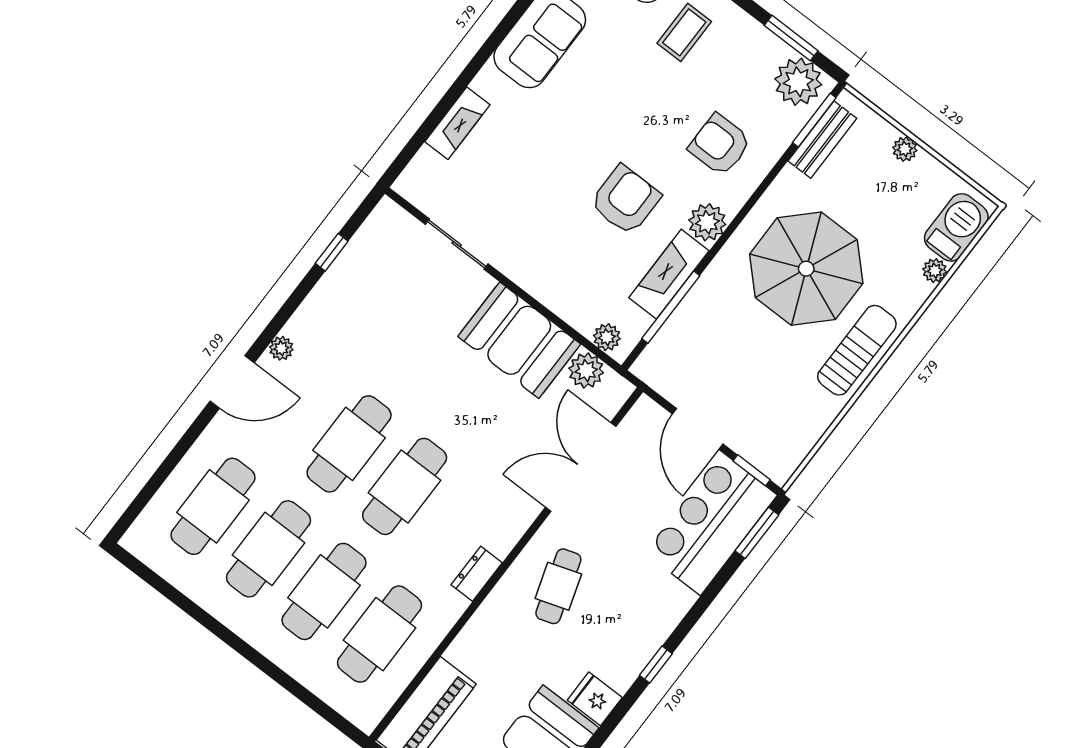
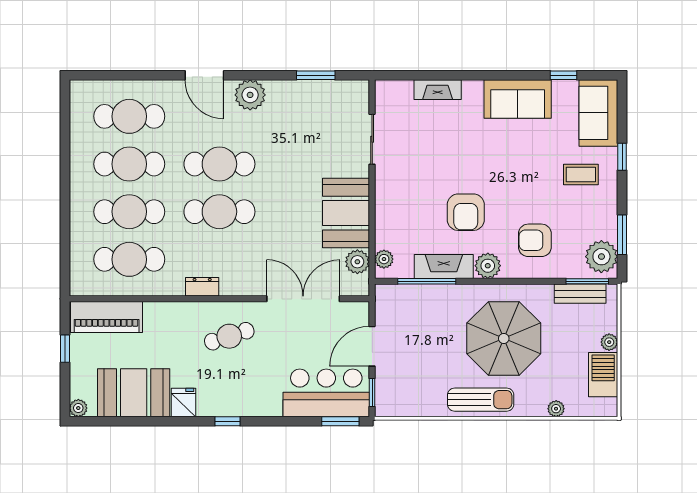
armchair: (720, 145) -> (535, 240), turned -90
armchair: (625, 200) -> (466, 212), turned 90
barbecue: (956, 227) -> (603, 375), moved, turned -90
window: (332, 252) -> (316, 75), width x1.50
plant: (281, 348) -> (250, 95), width x1.88, depth x1.88

